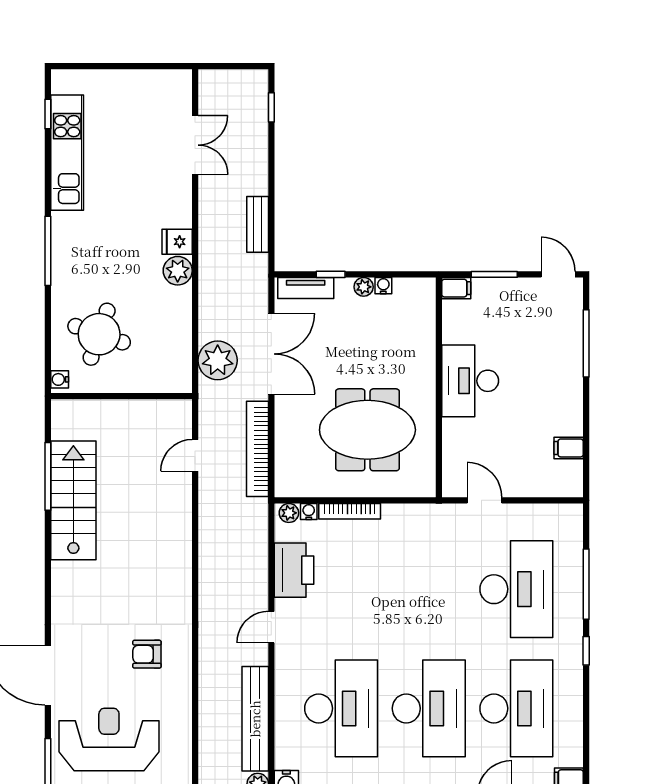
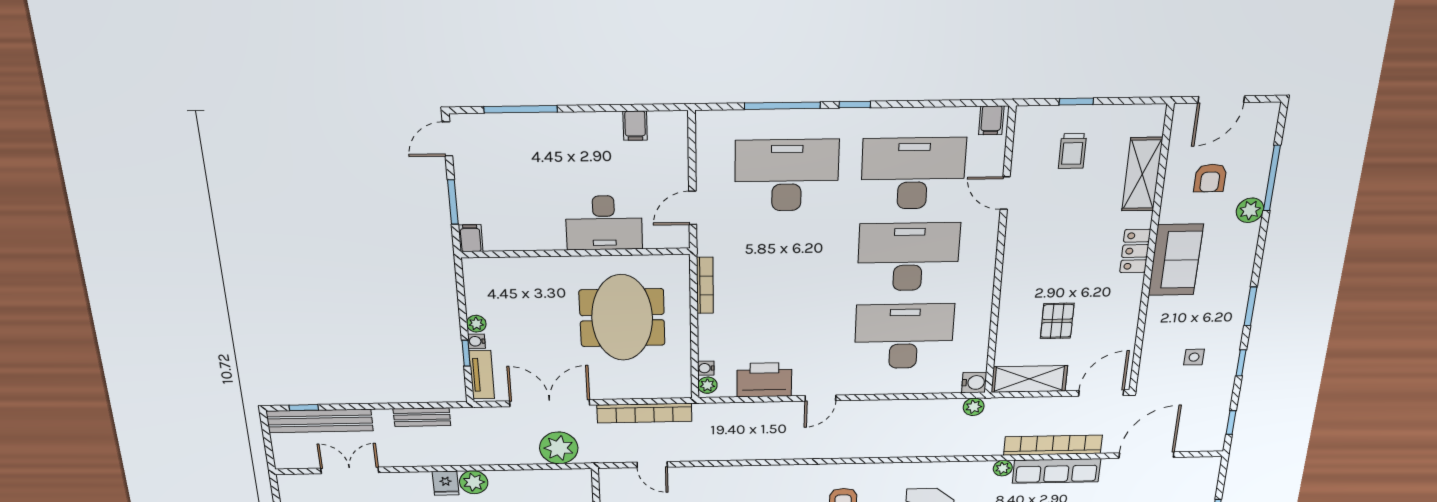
water cooler: (383, 286) -> (476, 341), moved
desk: (470, 381) -> (604, 223), moved
bookcase: (350, 511) -> (705, 285), moved
door: (271, 627) -> (820, 398), hinge flipped
bench: (255, 719) -> (320, 421), moved

